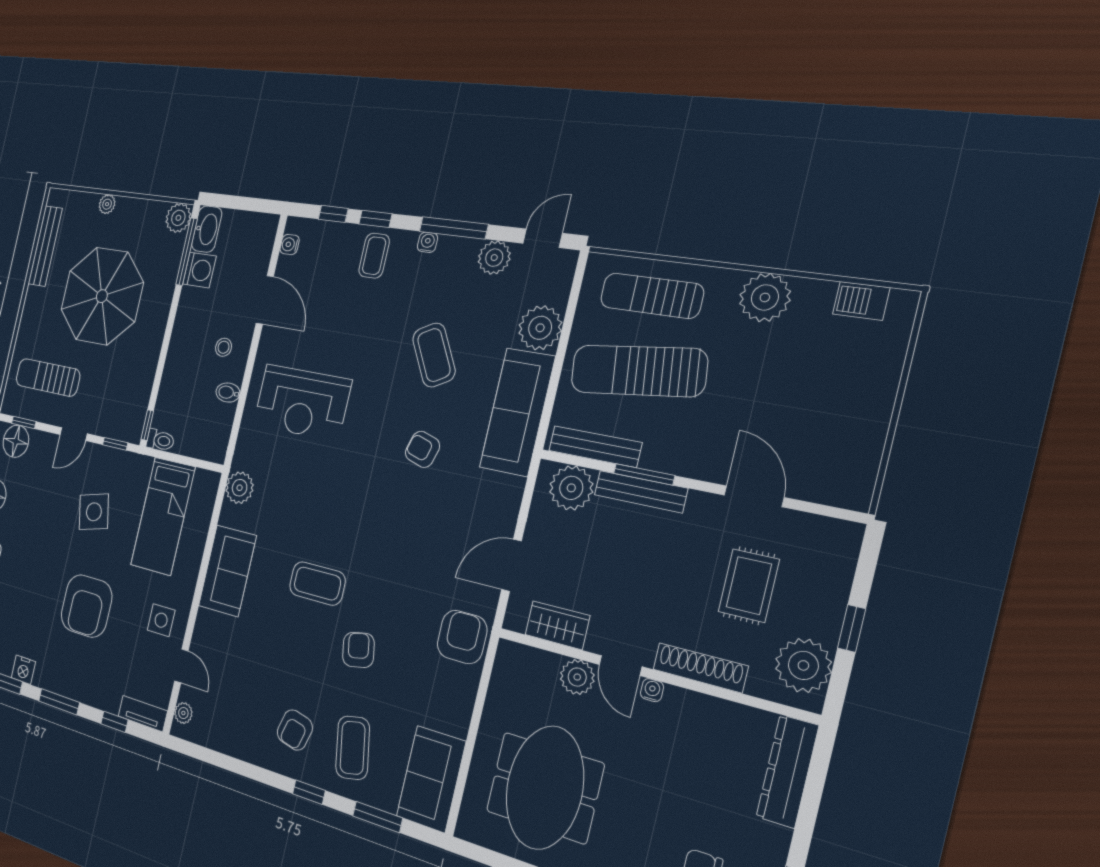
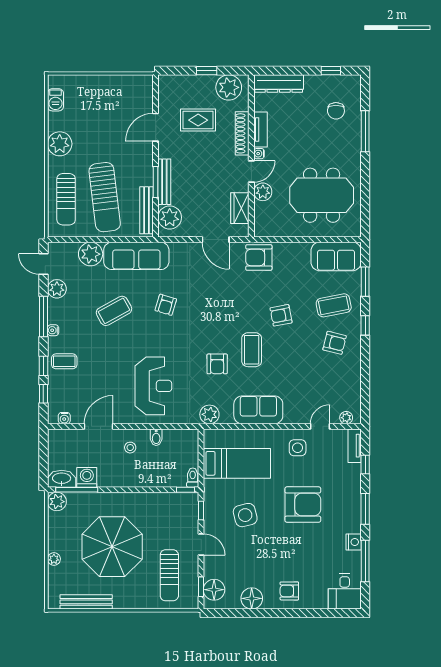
armchair: (310, 518) -> (217, 364), added
tv unit: (699, 707) -> (261, 130), added

